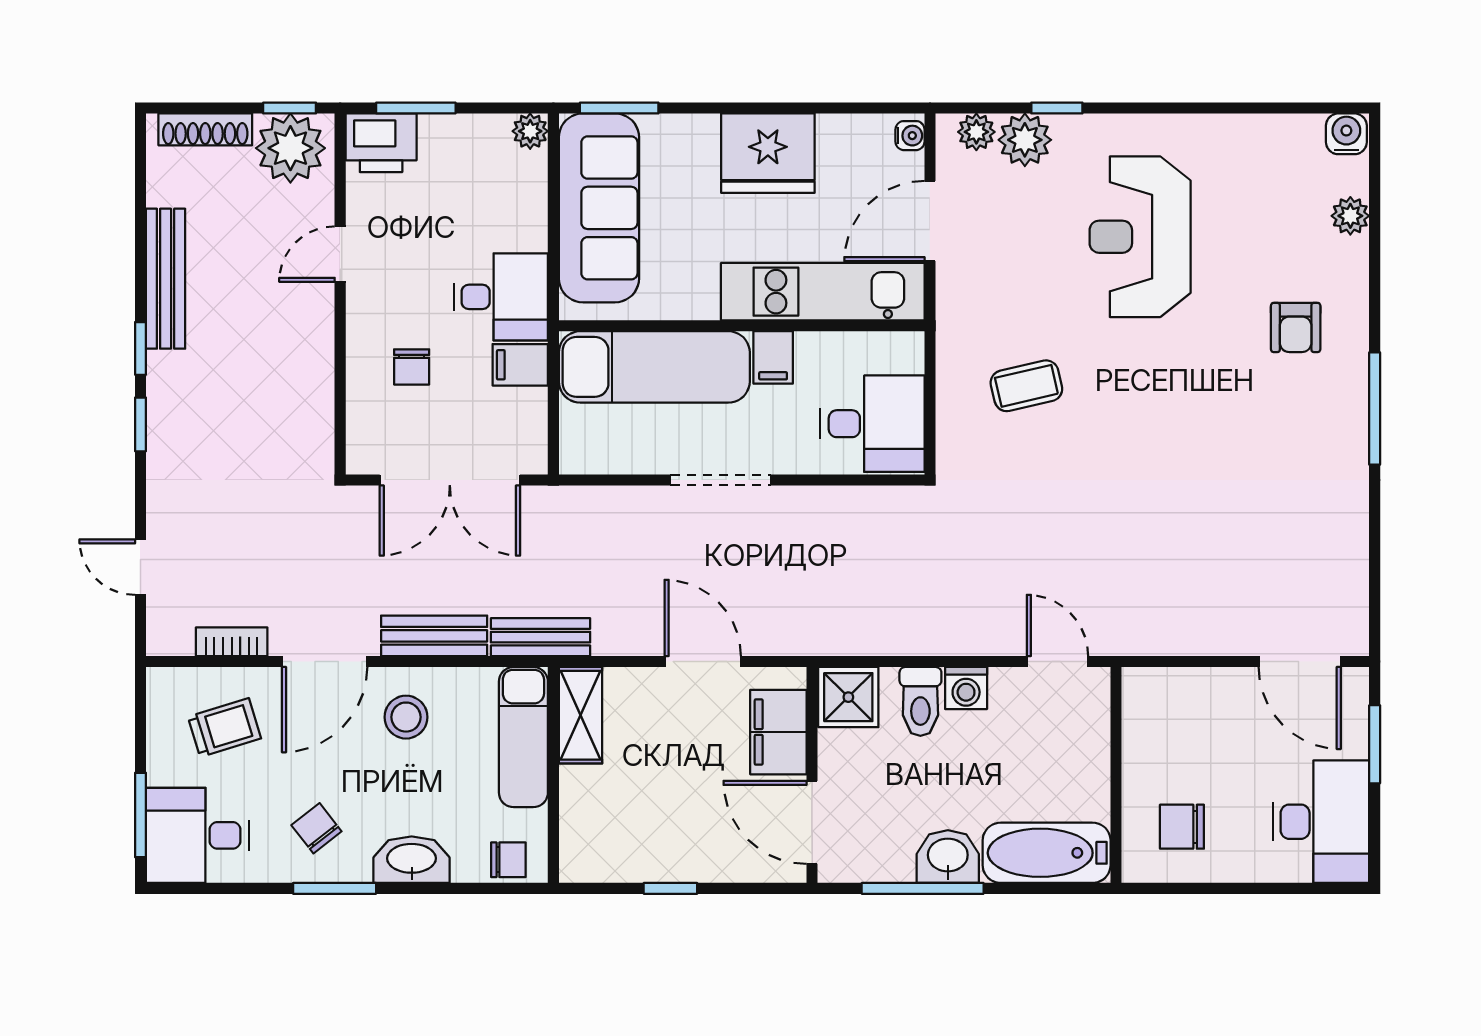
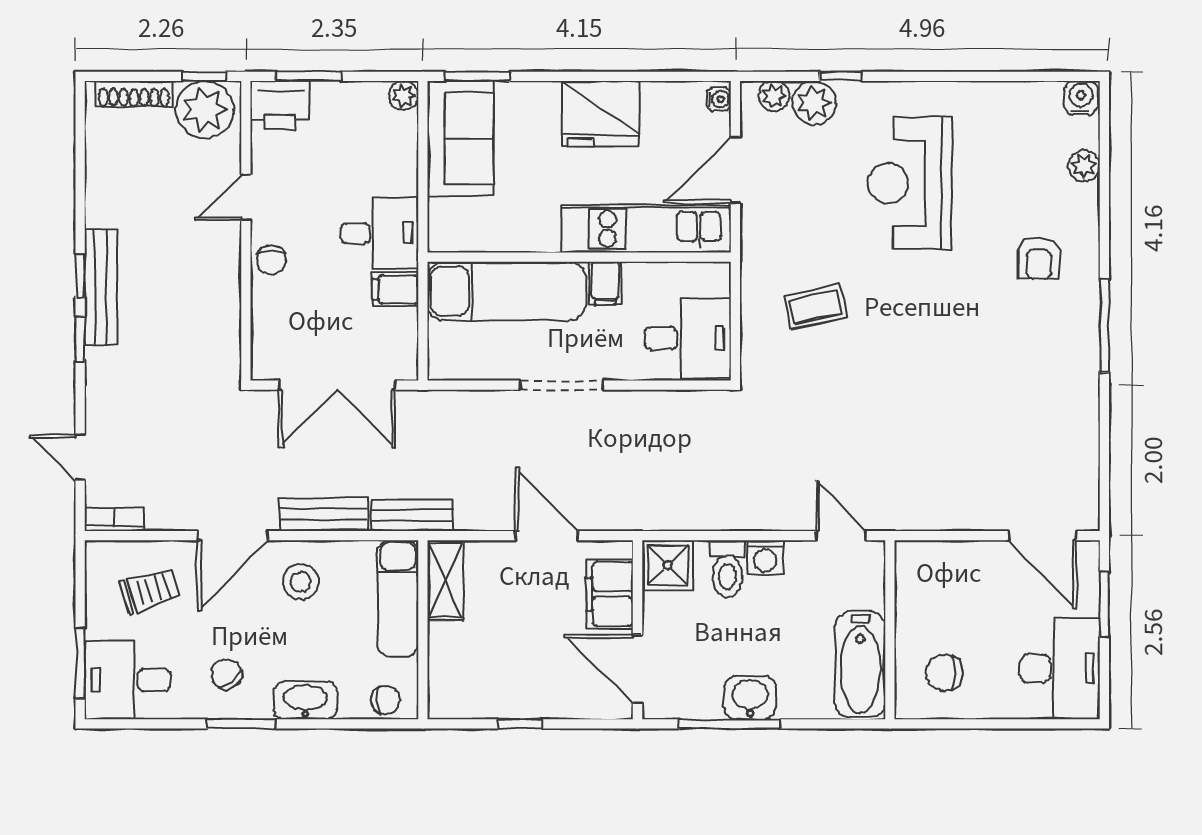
sofa: (599, 208) -> (461, 138), width x0.73
bench: (166, 279) -> (101, 287), moved
chair: (412, 367) -> (271, 260), moved
bookcase: (232, 642) -> (114, 519), moved
bathtub: (1047, 853) -> (860, 664), moved, turned -90

